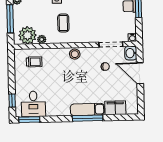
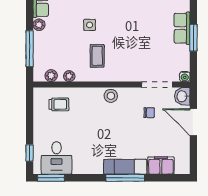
plant: (27, 35) -> (51, 76), width x0.53, depth x0.53

